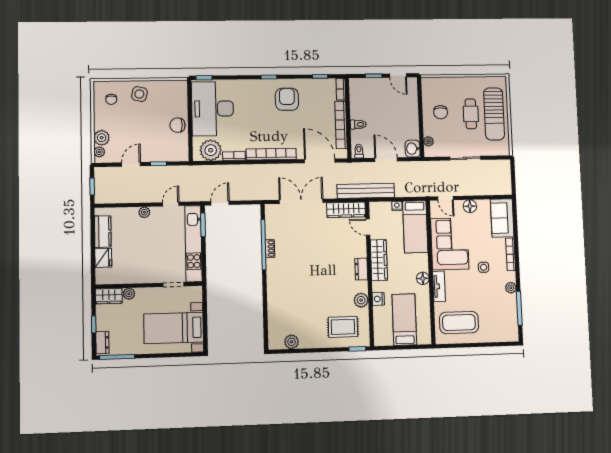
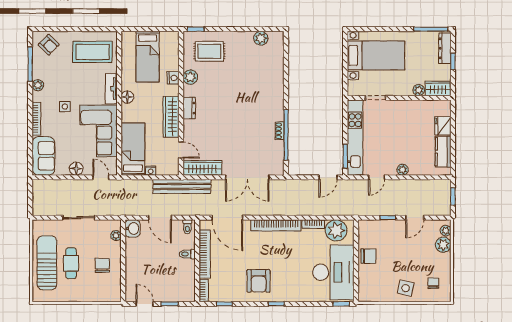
armchair: (502, 328) -> (49, 45), added
dresser: (102, 343) -> (445, 48), width x1.44

